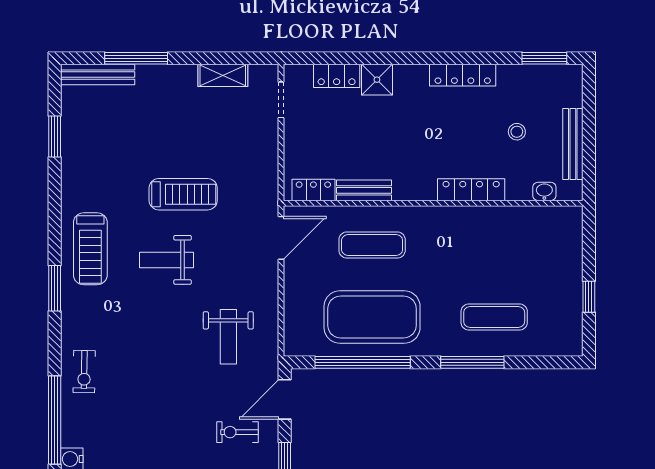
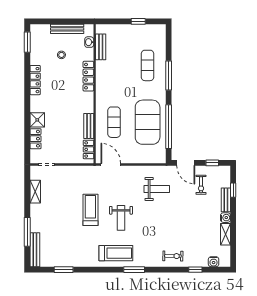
bench: (534, 216) -> (101, 47), added
window: (55, 420) -> (195, 270), width x0.32

